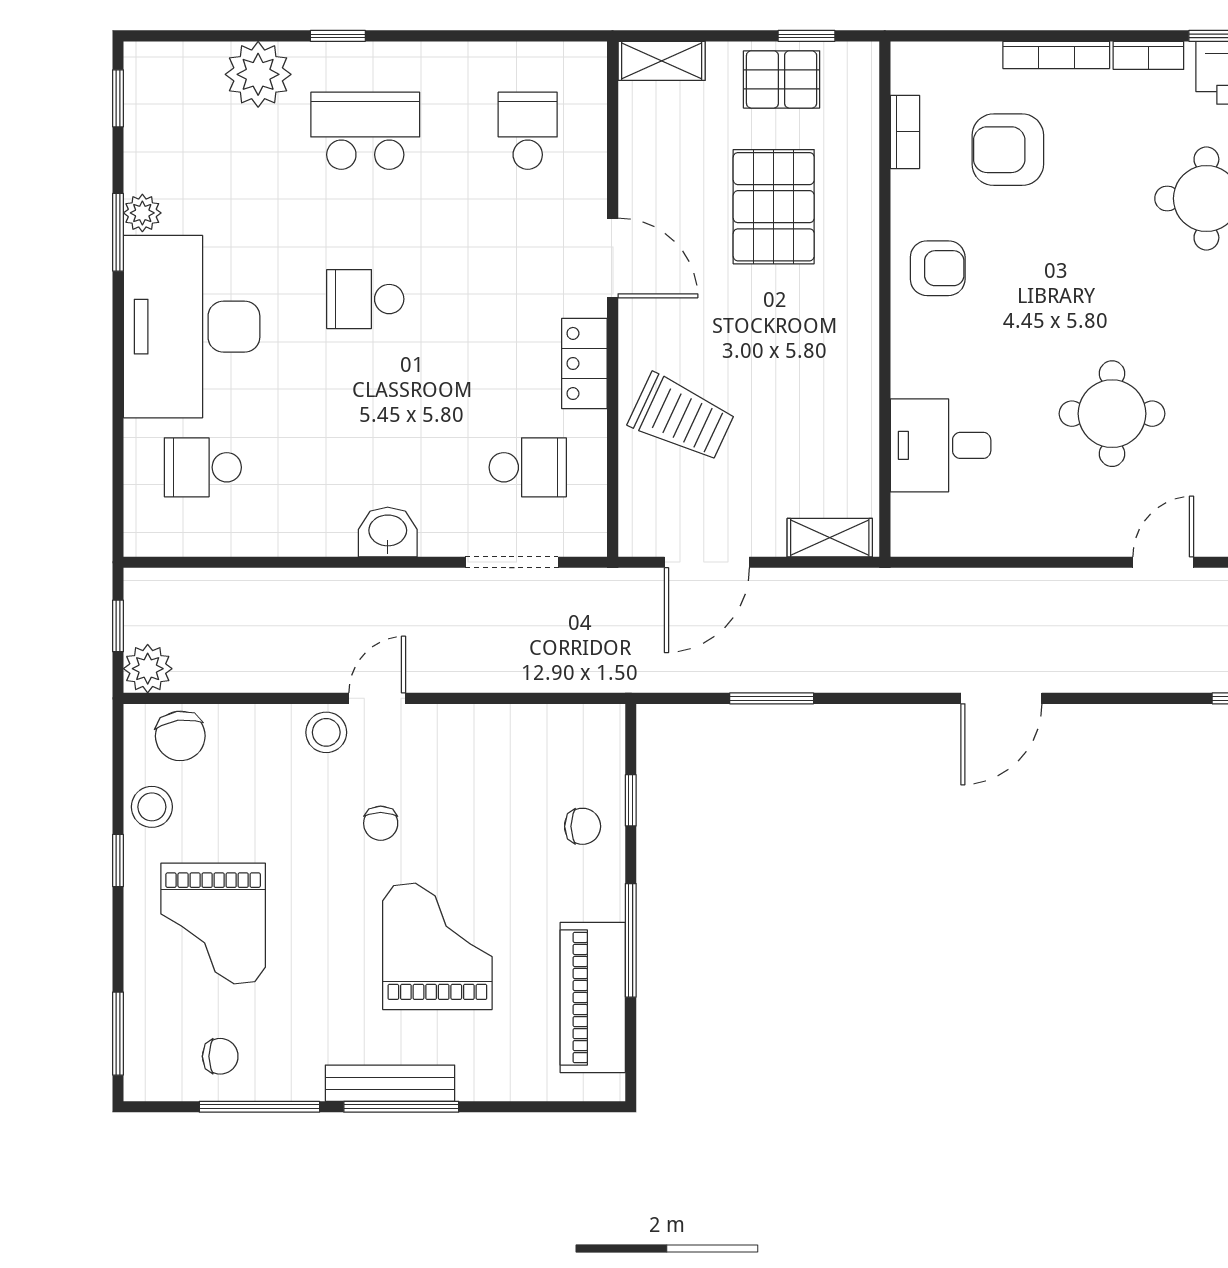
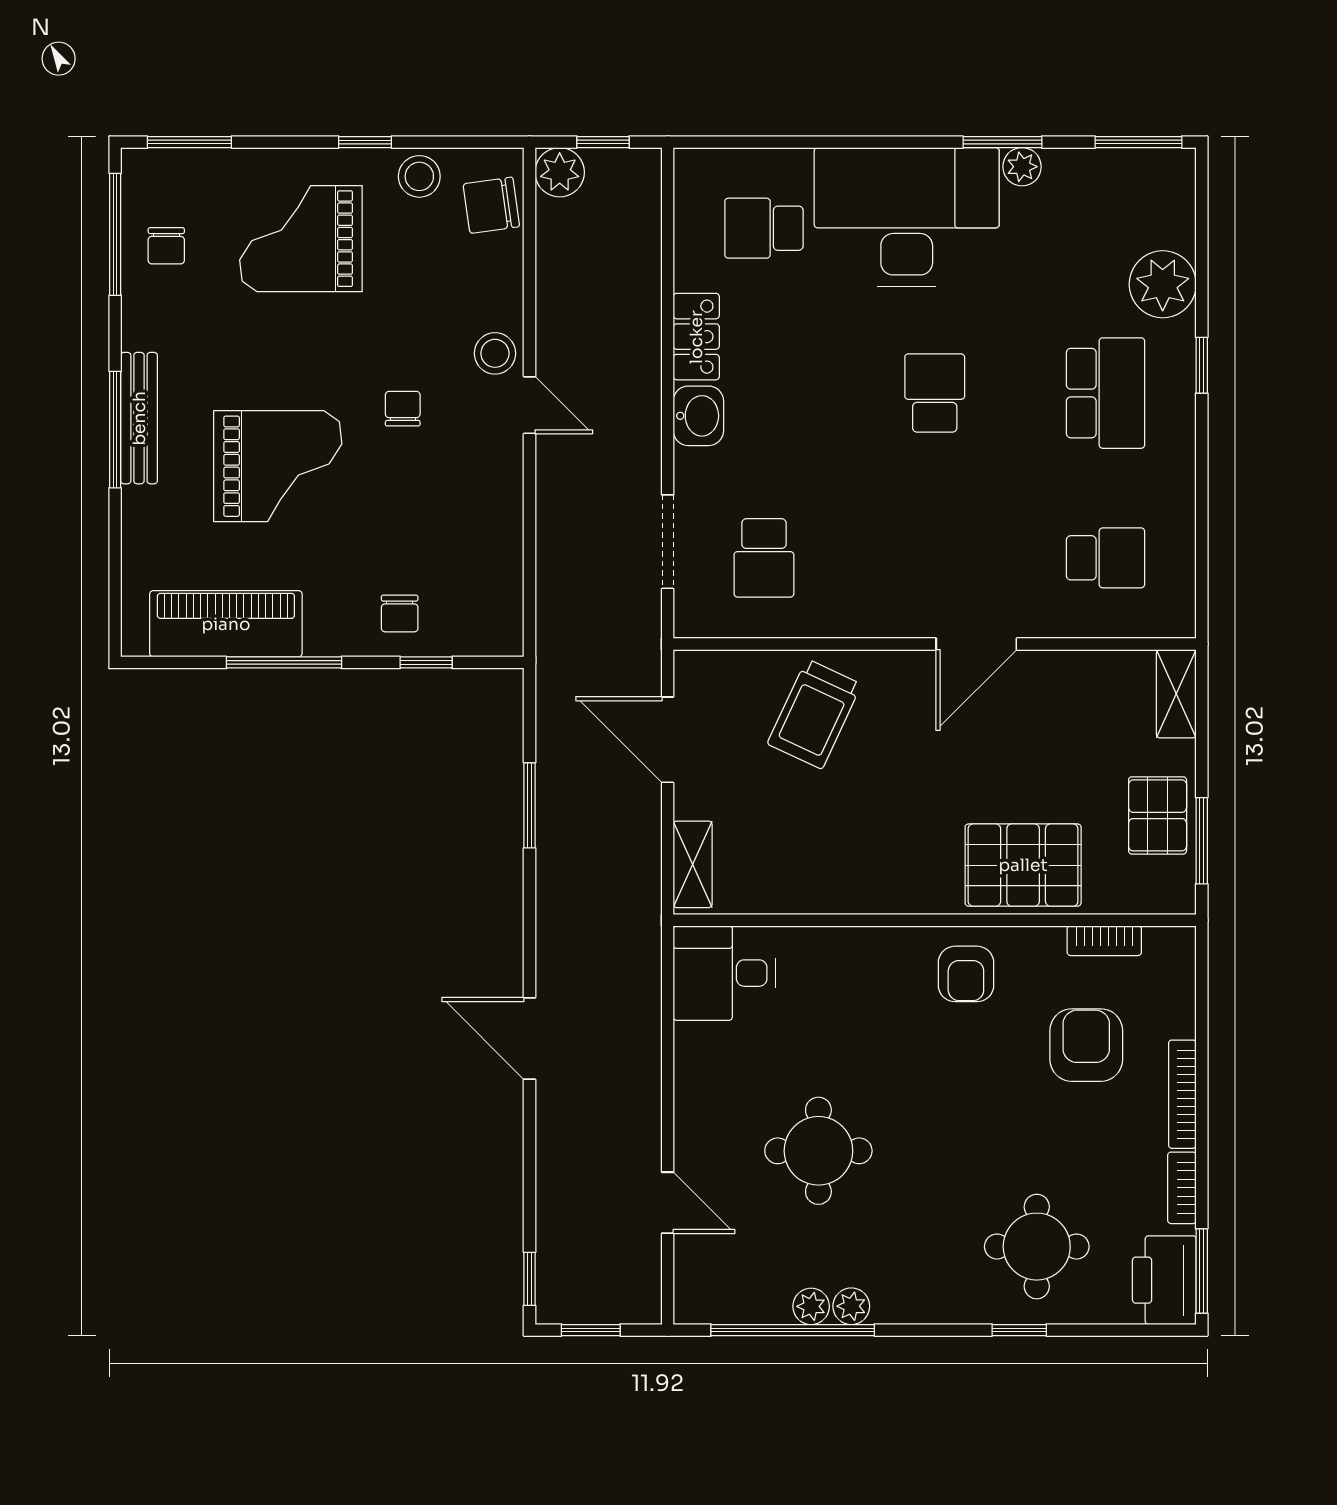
window: (806, 36) -> (1202, 841), width x1.50
window: (118, 98) -> (1138, 142), width x1.50
pallet: (774, 207) -> (1023, 865), moved
locker: (584, 363) -> (696, 337), moved, turned 90
desk: (941, 445) -> (724, 973), moved, turned -90
school desk: (203, 467) -> (764, 228), turned -90
chair: (381, 823) -> (403, 409), turned 90
window: (259, 1107) -> (115, 234), moved

